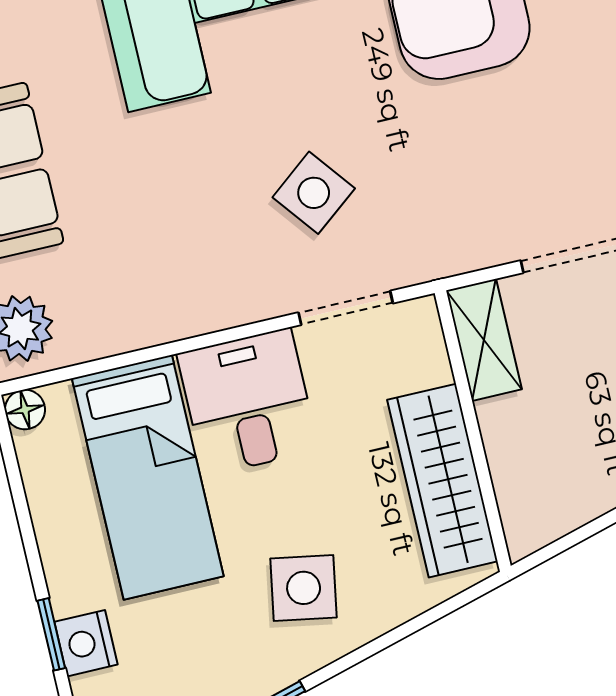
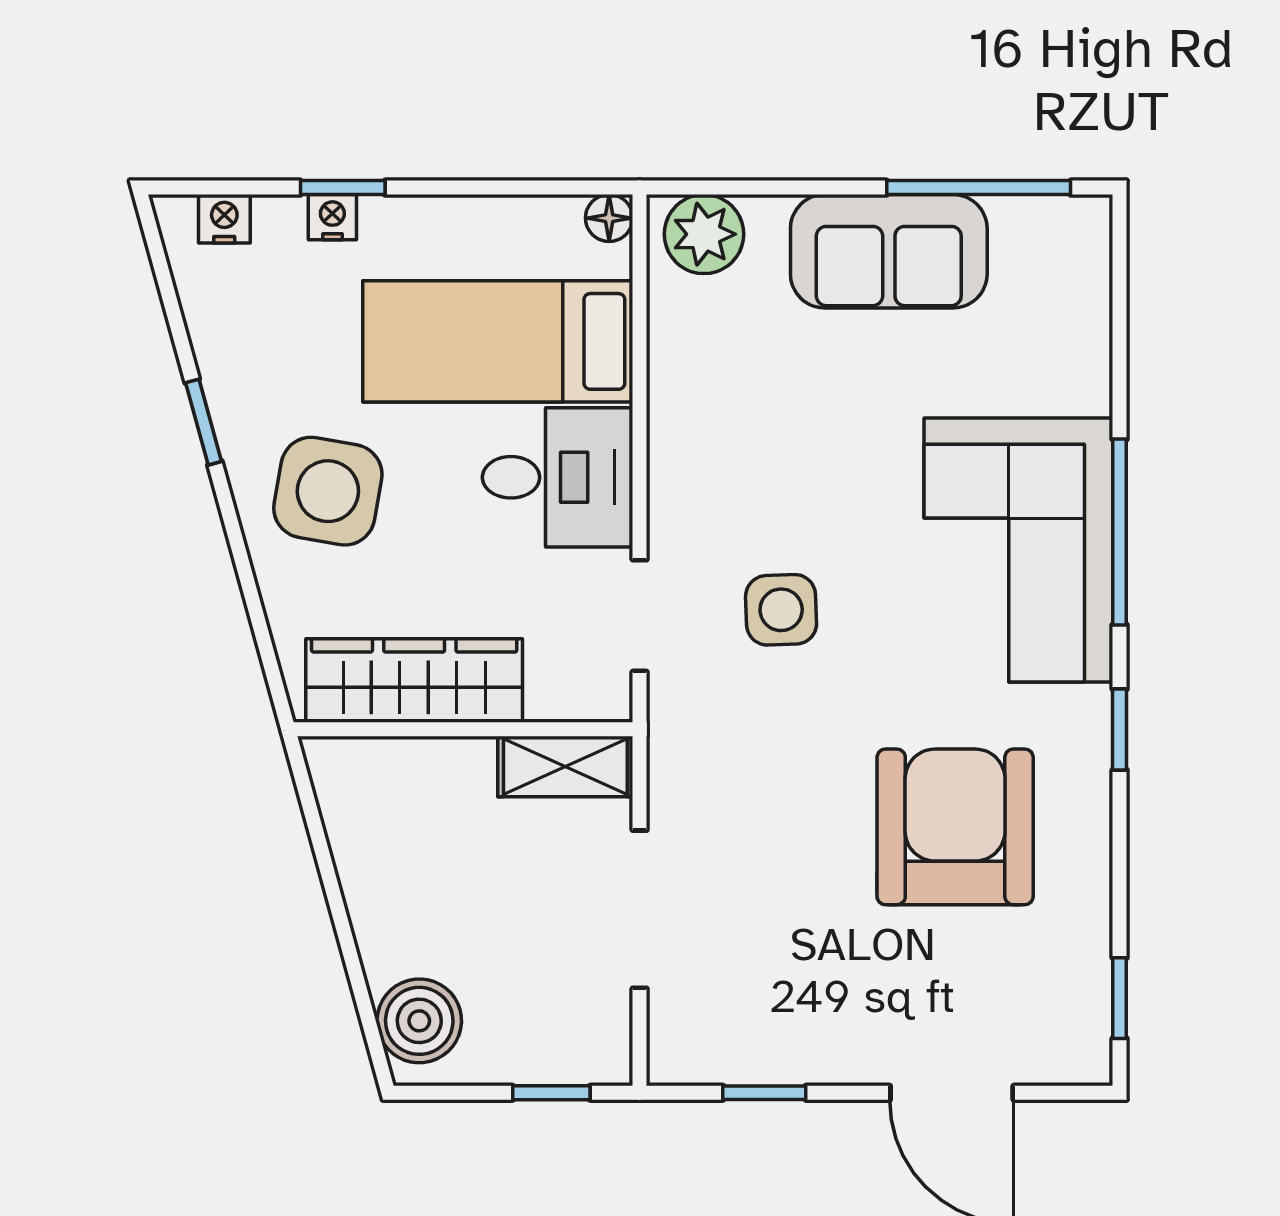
side table: (314, 193) -> (781, 610), turned 36
side table: (304, 588) -> (328, 491), width x1.37, depth x1.37
nightstand: (86, 643) -> (332, 217), width x0.72, depth x0.74

